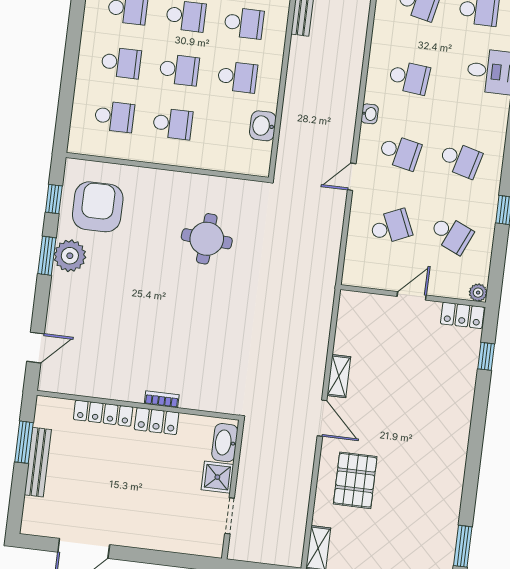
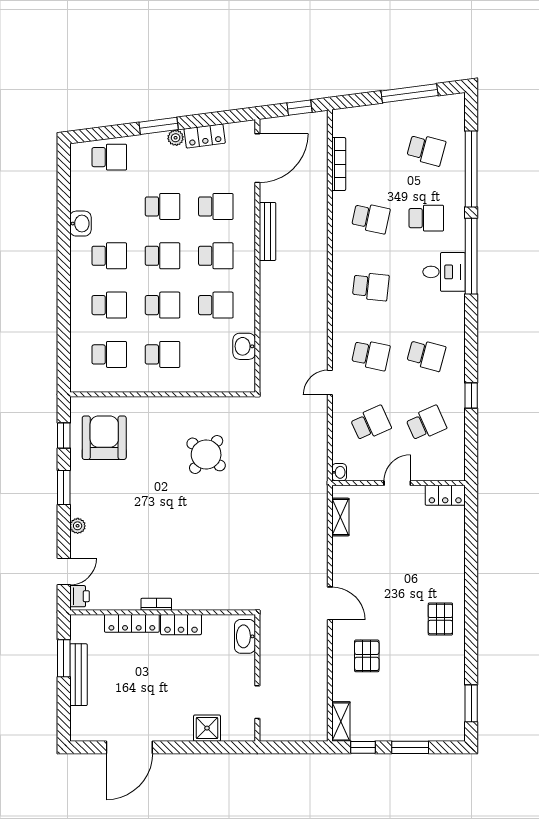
washbasin: (370, 114) -> (339, 472), moved
school desk: (451, 234) -> (426, 423), turned -48
round table: (207, 239) -> (206, 454), turned 35
plant: (70, 256) -> (78, 526), moved, width x0.53, depth x0.53
plant: (478, 293) -> (457, 473), removed
window: (486, 356) -> (471, 530), removed
shelving: (339, 376) -> (340, 517), moved
printer: (50, 377) -> (79, 596), added
bookcase: (162, 399) -> (156, 604), moved
pallet: (441, 450) -> (440, 619), added
shower: (217, 477) -> (207, 728), moved
pallet: (355, 480) -> (367, 656), width x0.67, depth x0.71

